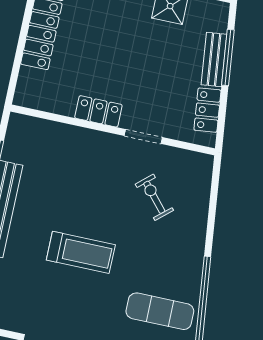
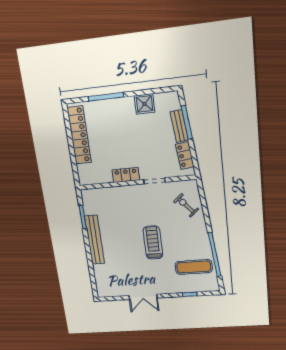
exercise bike: (154, 197) -> (186, 205), moved
treadmill: (81, 252) -> (153, 243), moved, turned -90

